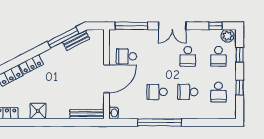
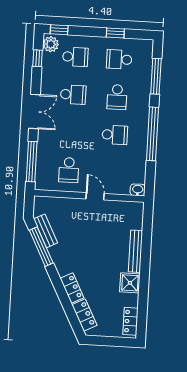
window: (240, 55) -> (59, 30), moved
door: (106, 79) -> (95, 196), width x0.53
school desk: (157, 92) -> (115, 135), turned -90
school desk: (218, 92) -> (119, 59), turned 180
bench: (87, 114) -> (136, 251), moved
window: (206, 122) -> (156, 76), added

